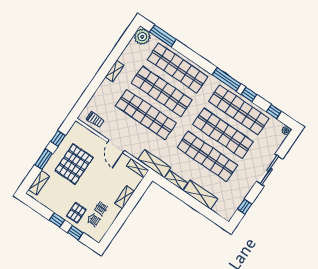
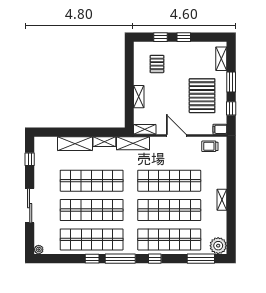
window: (274, 112) -> (155, 259), moved
filing cabinet: (78, 128) -> (220, 129), added
pallet: (76, 213) -> (157, 64), moved

